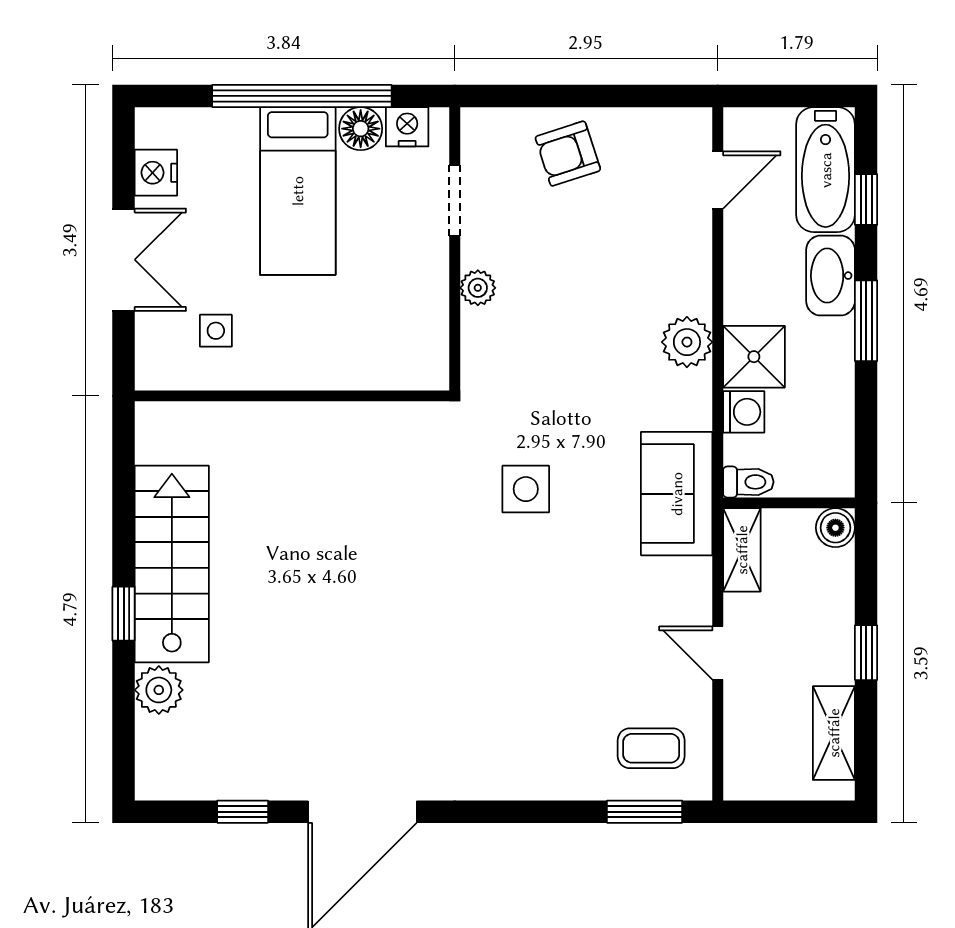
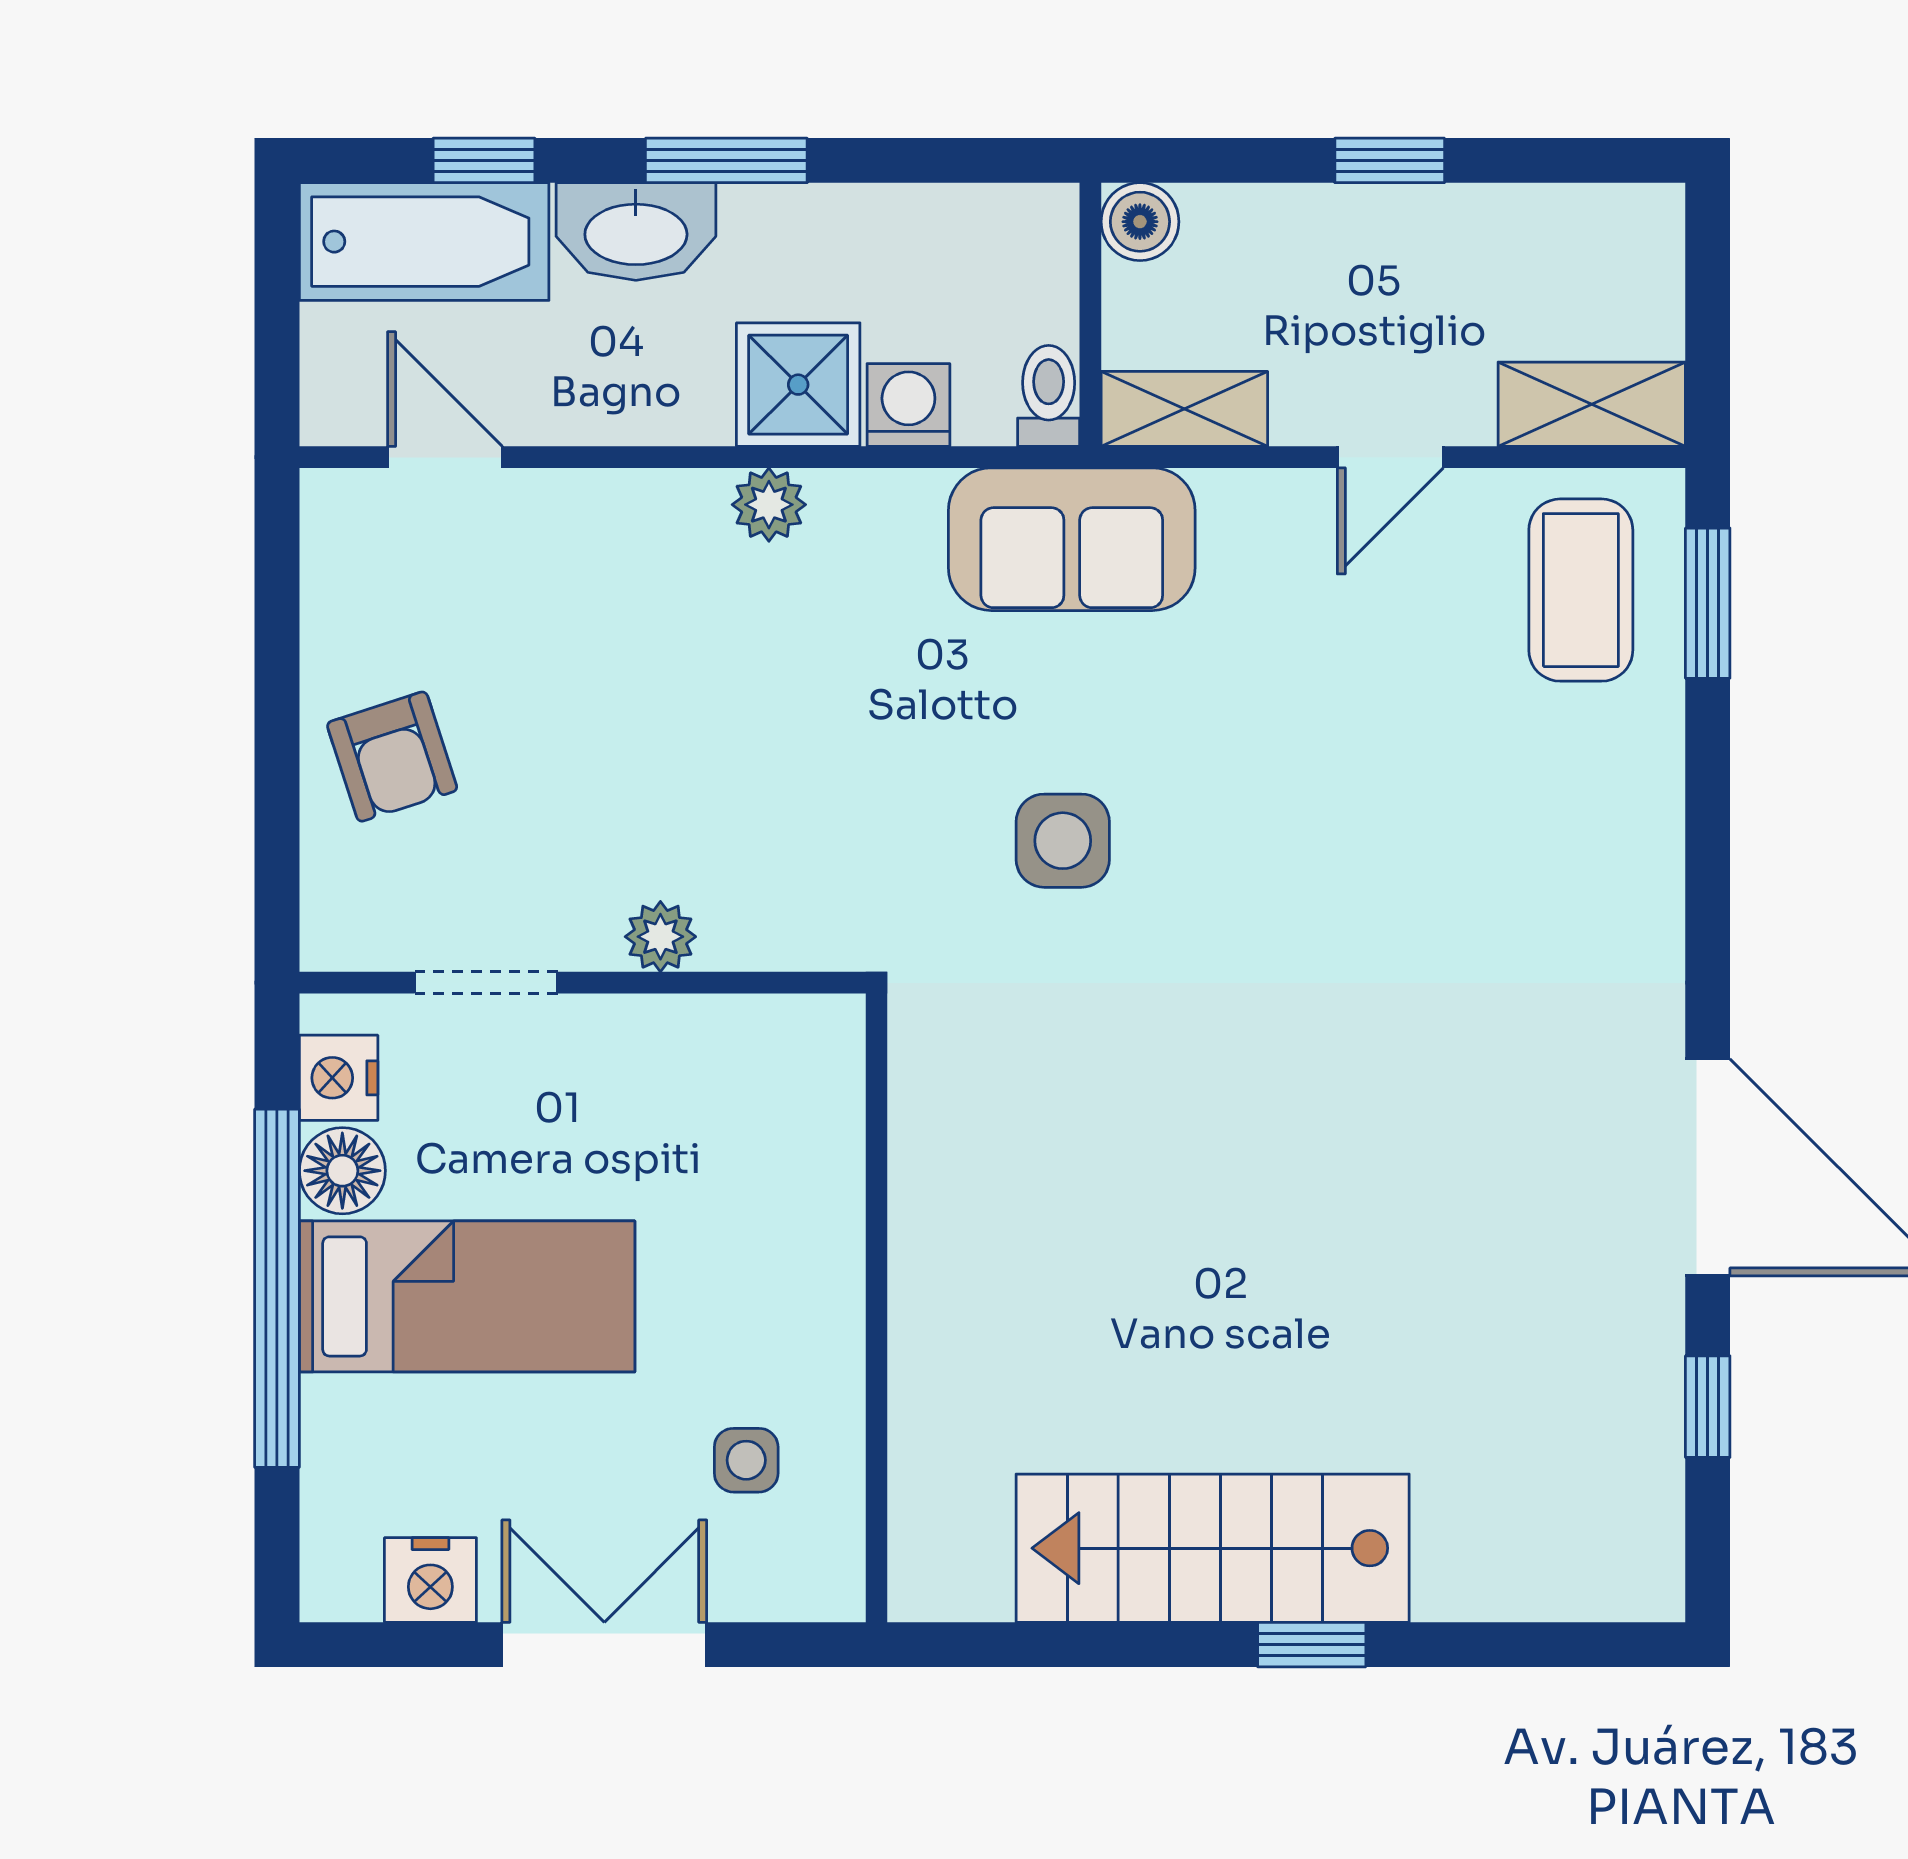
plant: (687, 342) -> (769, 505), width x0.73, depth x0.73
plant: (159, 690) -> (1464, 1574), removed
shelving: (834, 733) -> (1592, 404), moved
coffee table: (651, 748) -> (1581, 590), width x1.36, depth x1.30

